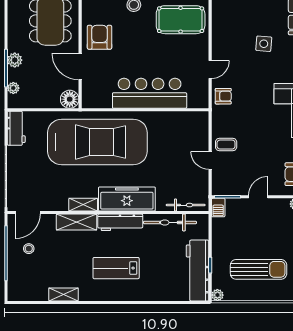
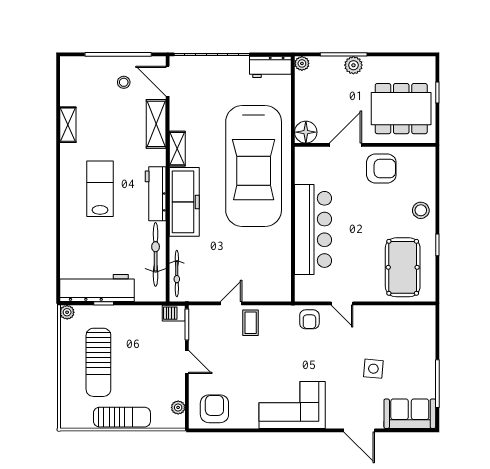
plant: (13, 88) -> (302, 63), moved
shelving: (77, 222) -> (156, 124), moved

